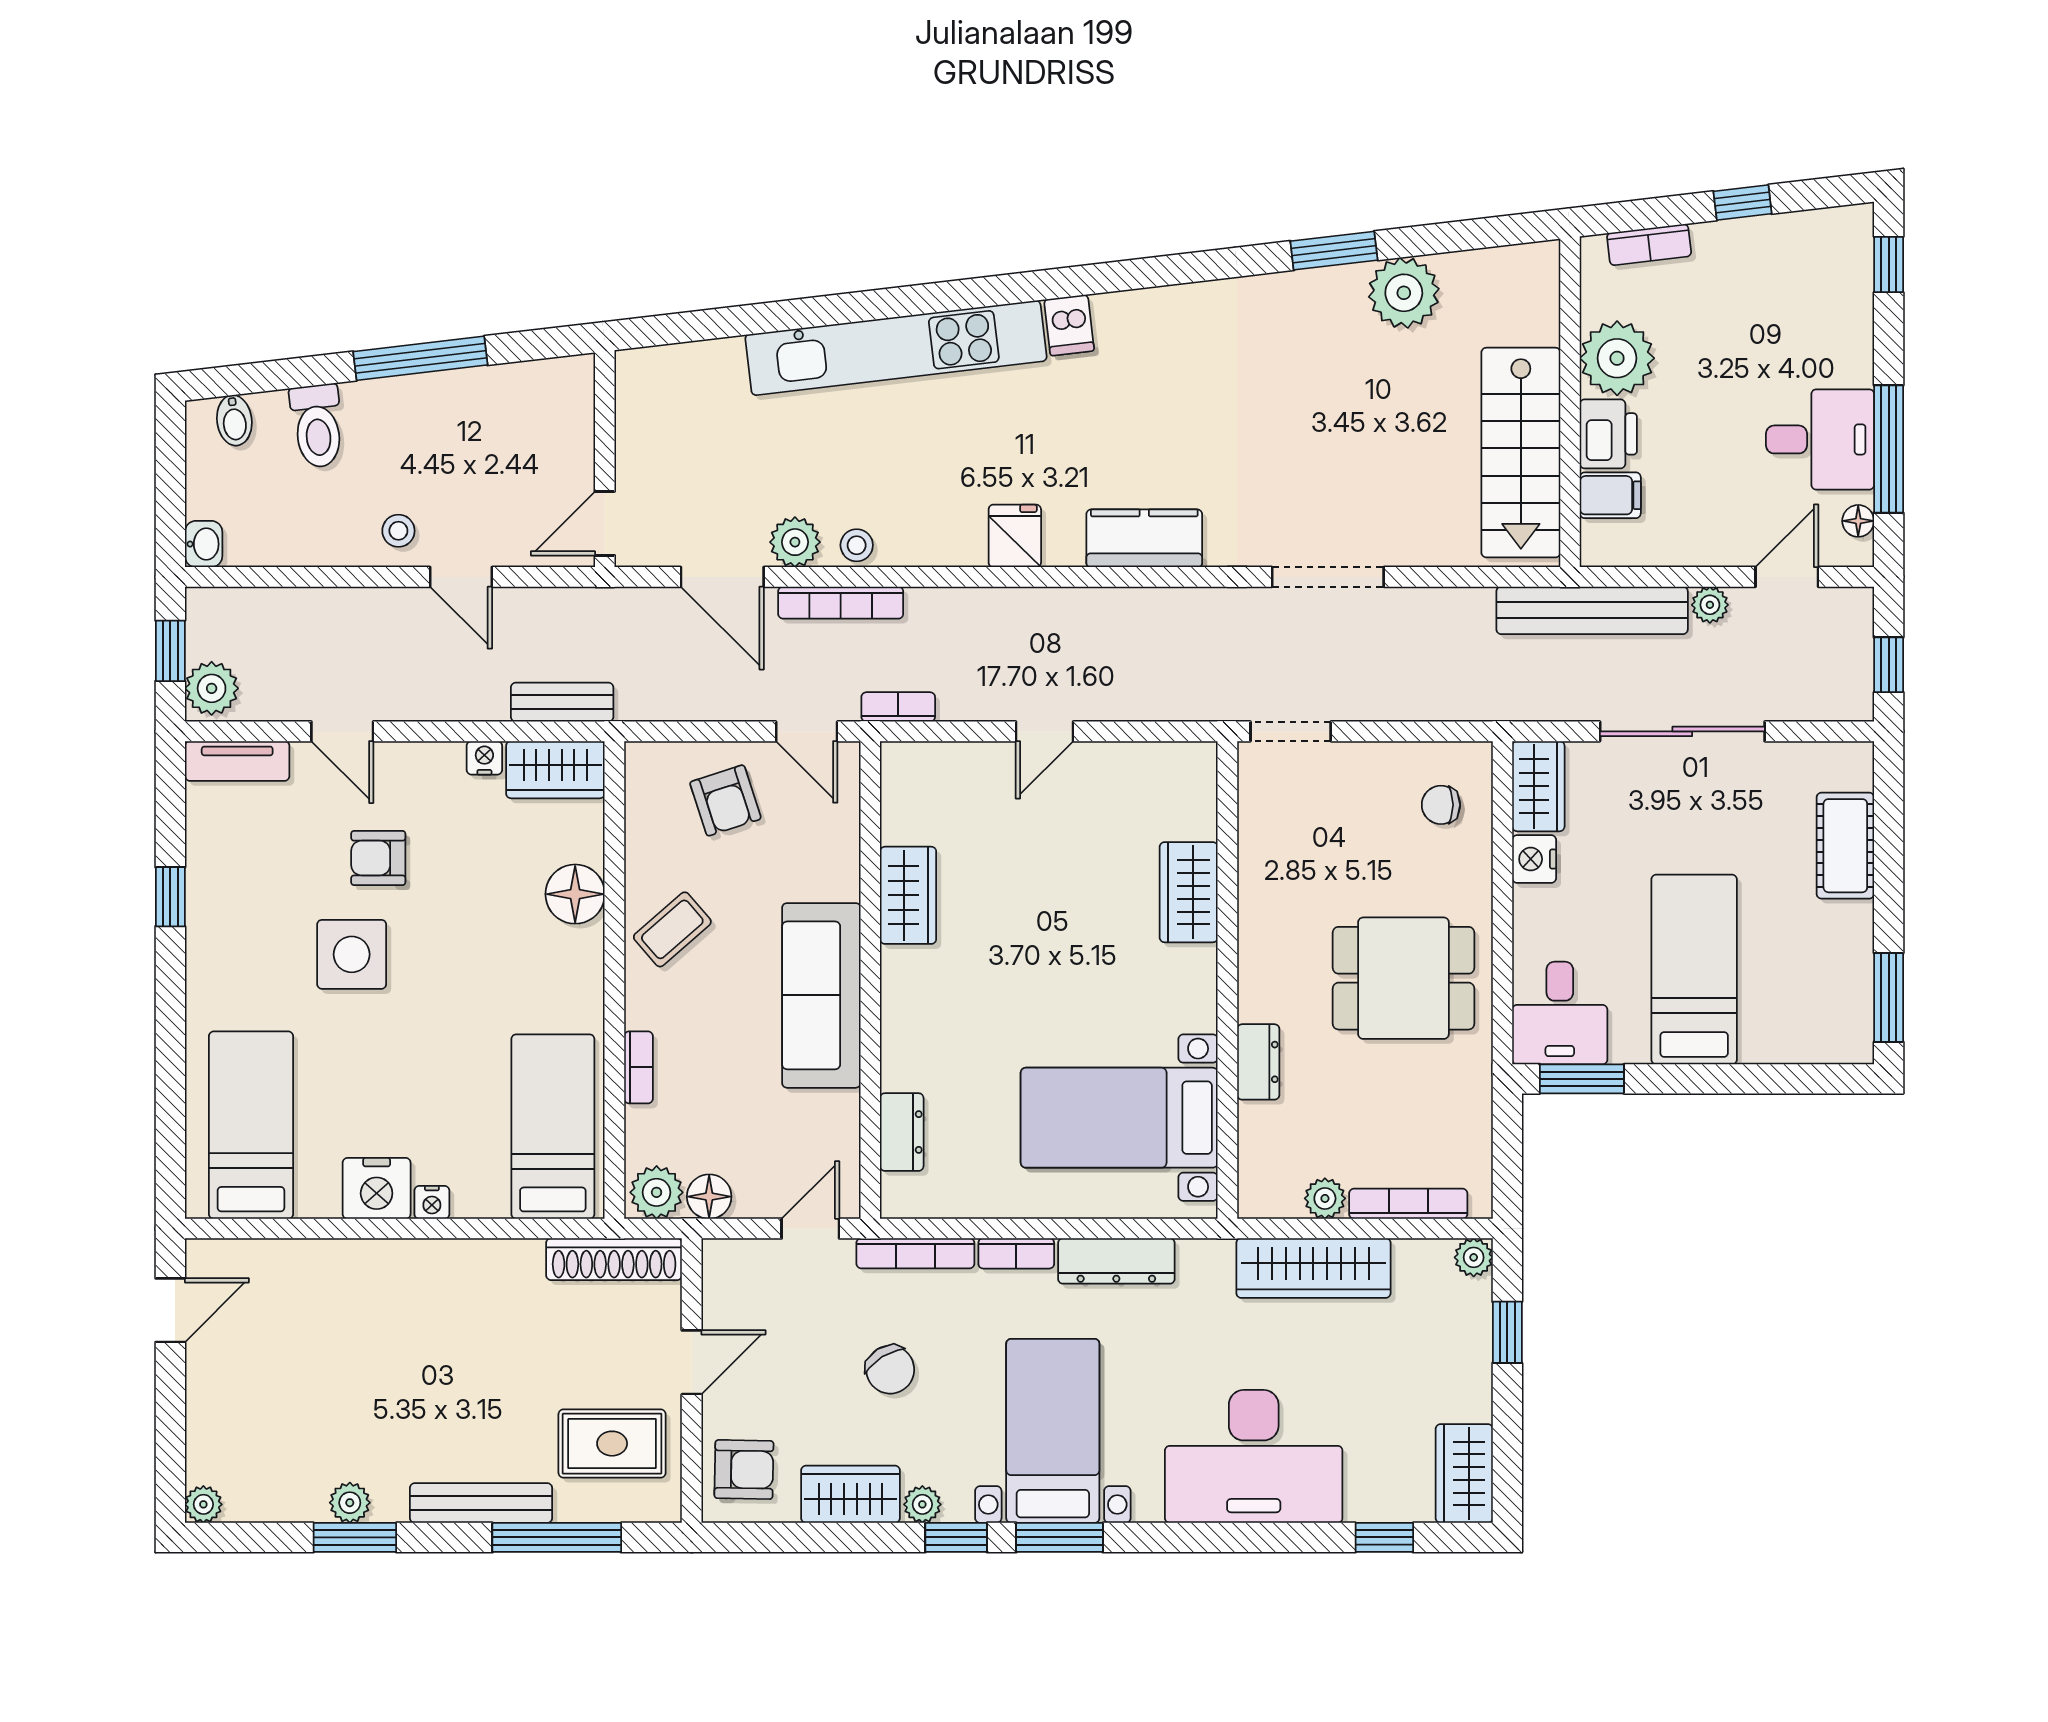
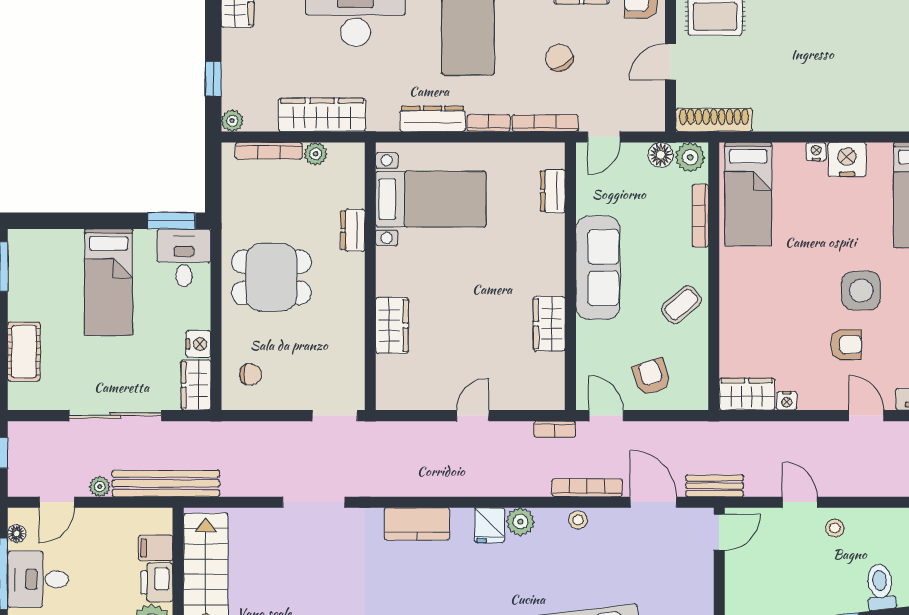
plant: (795, 542) -> (520, 522), moved
bench: (562, 702) -> (715, 486), moved
floor lamp: (575, 894) -> (736, 324), removed
bookcase: (638, 1067) -> (700, 216), width x1.56

